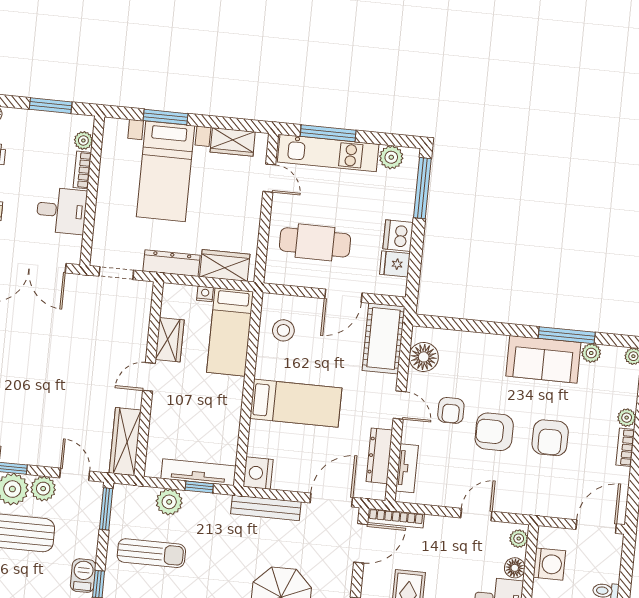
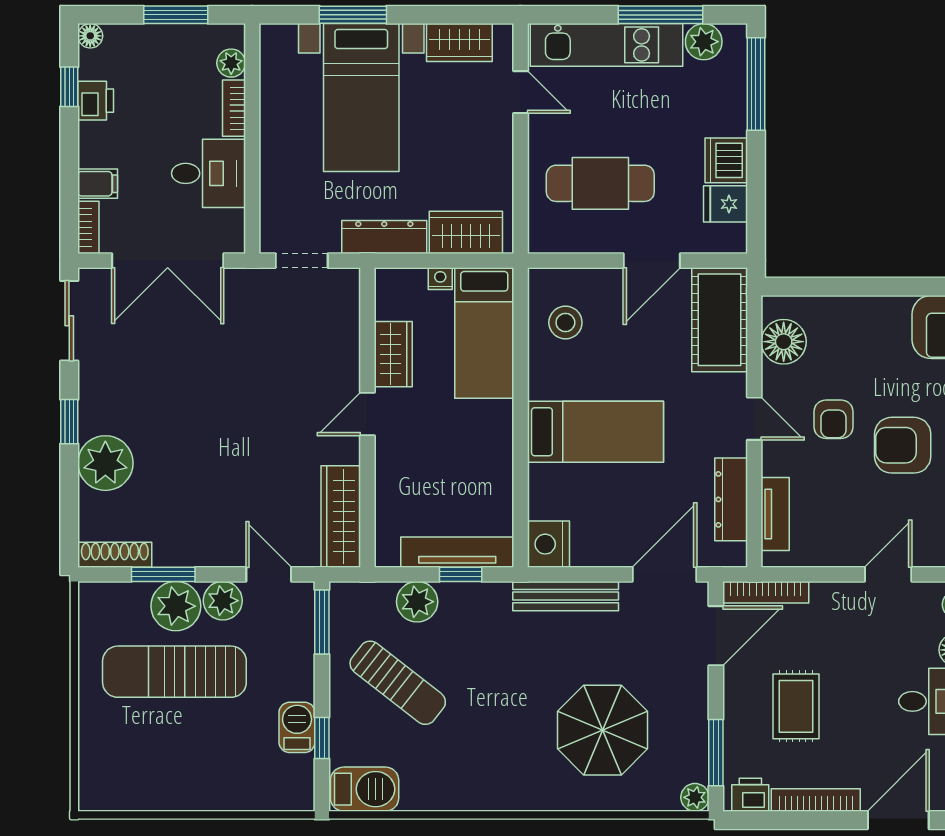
window: (328, 133) -> (661, 15), moved
sun lounger: (151, 553) -> (398, 683), turned 38

